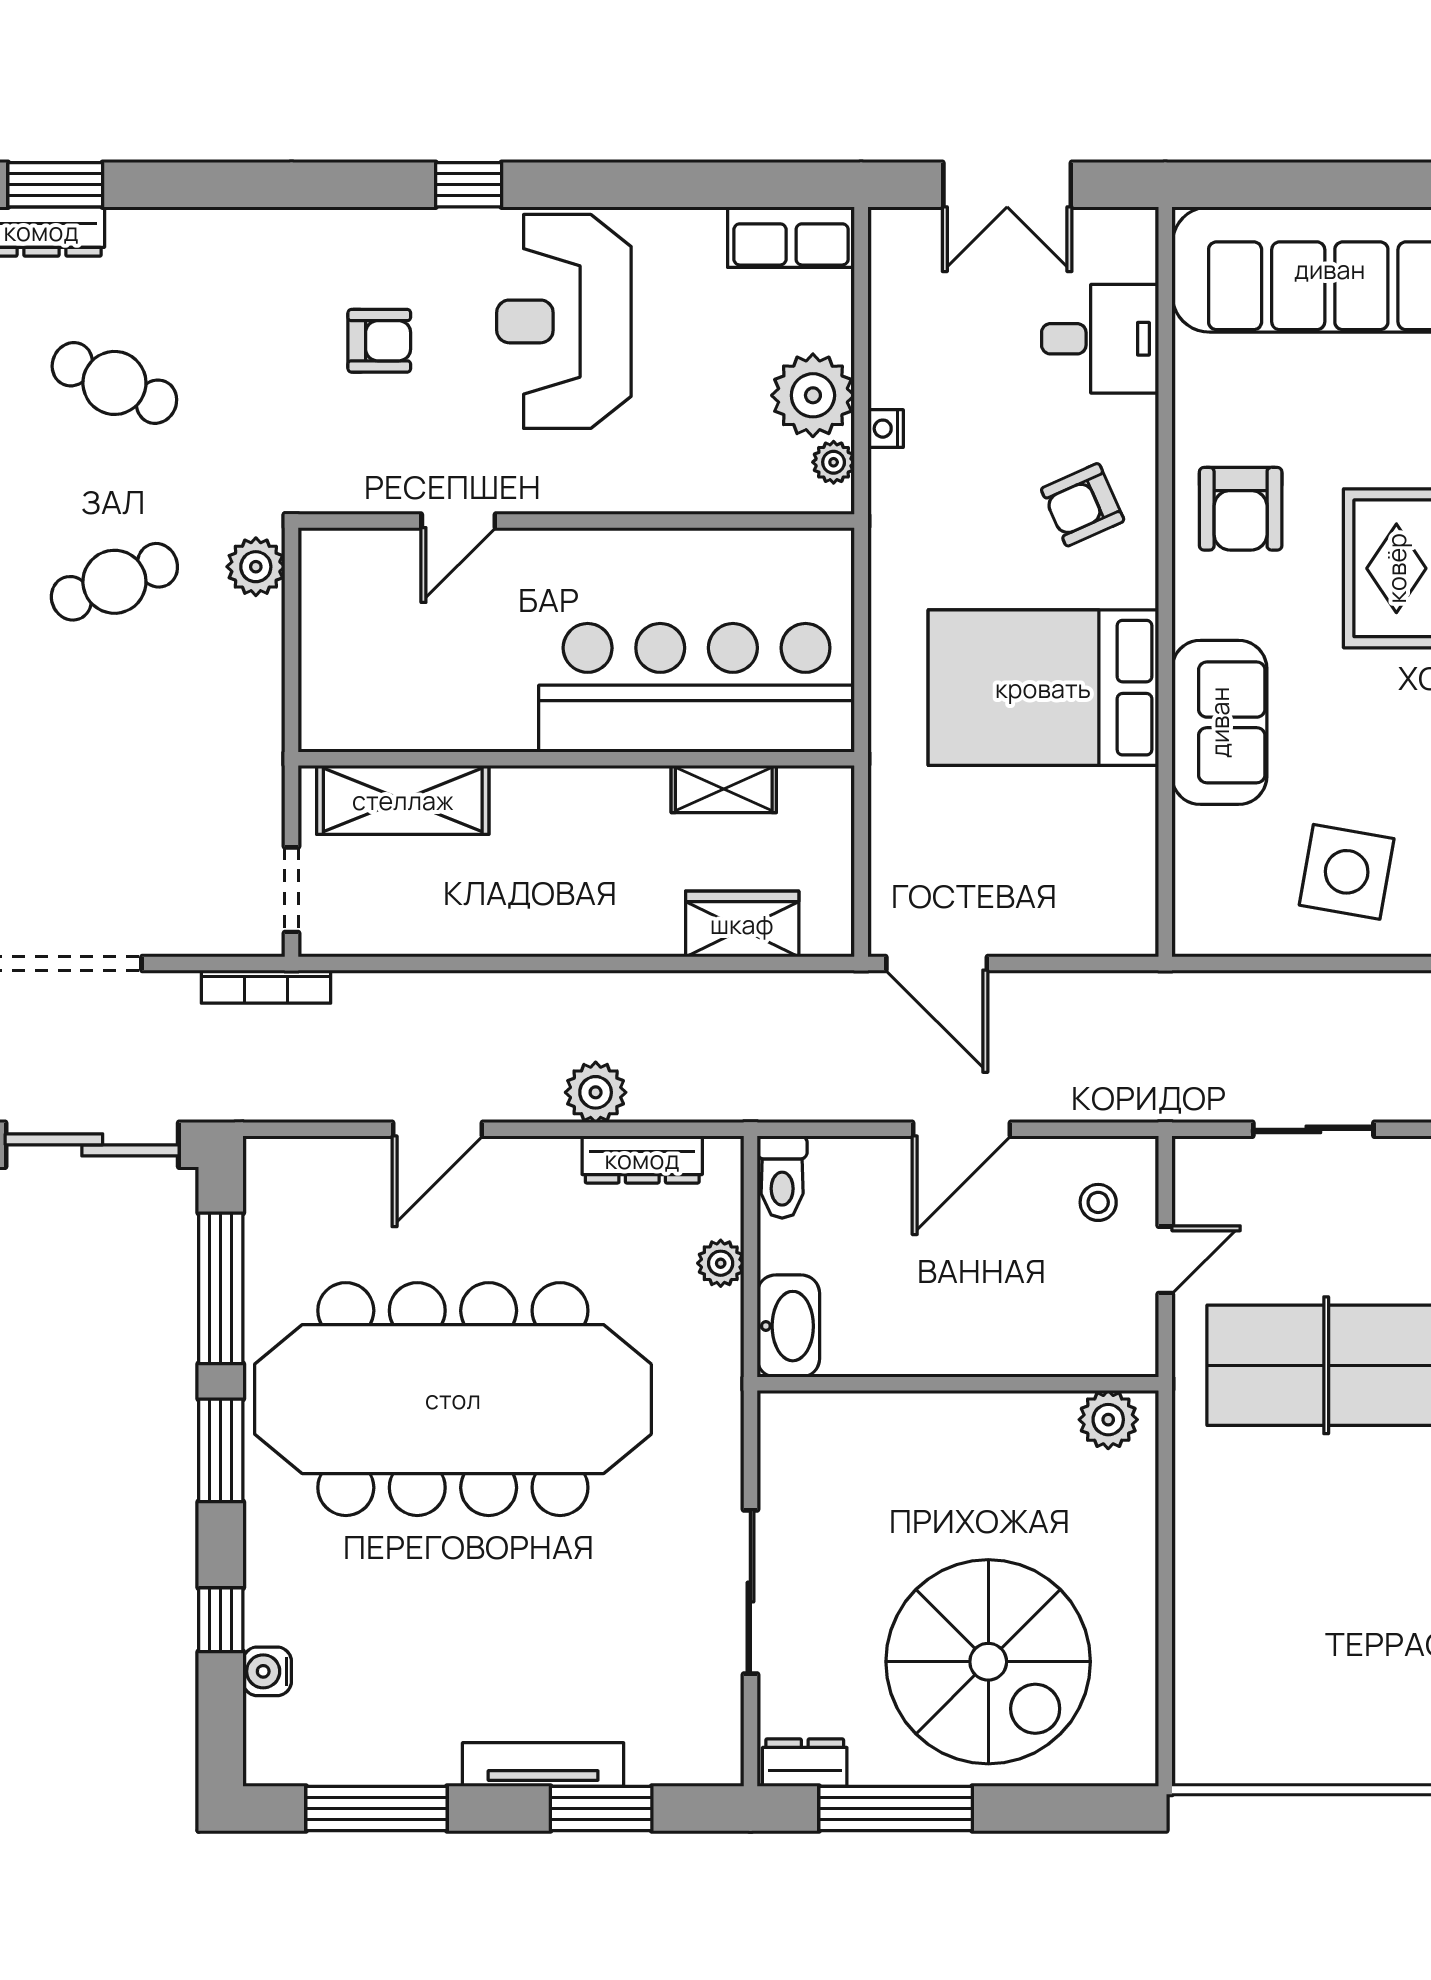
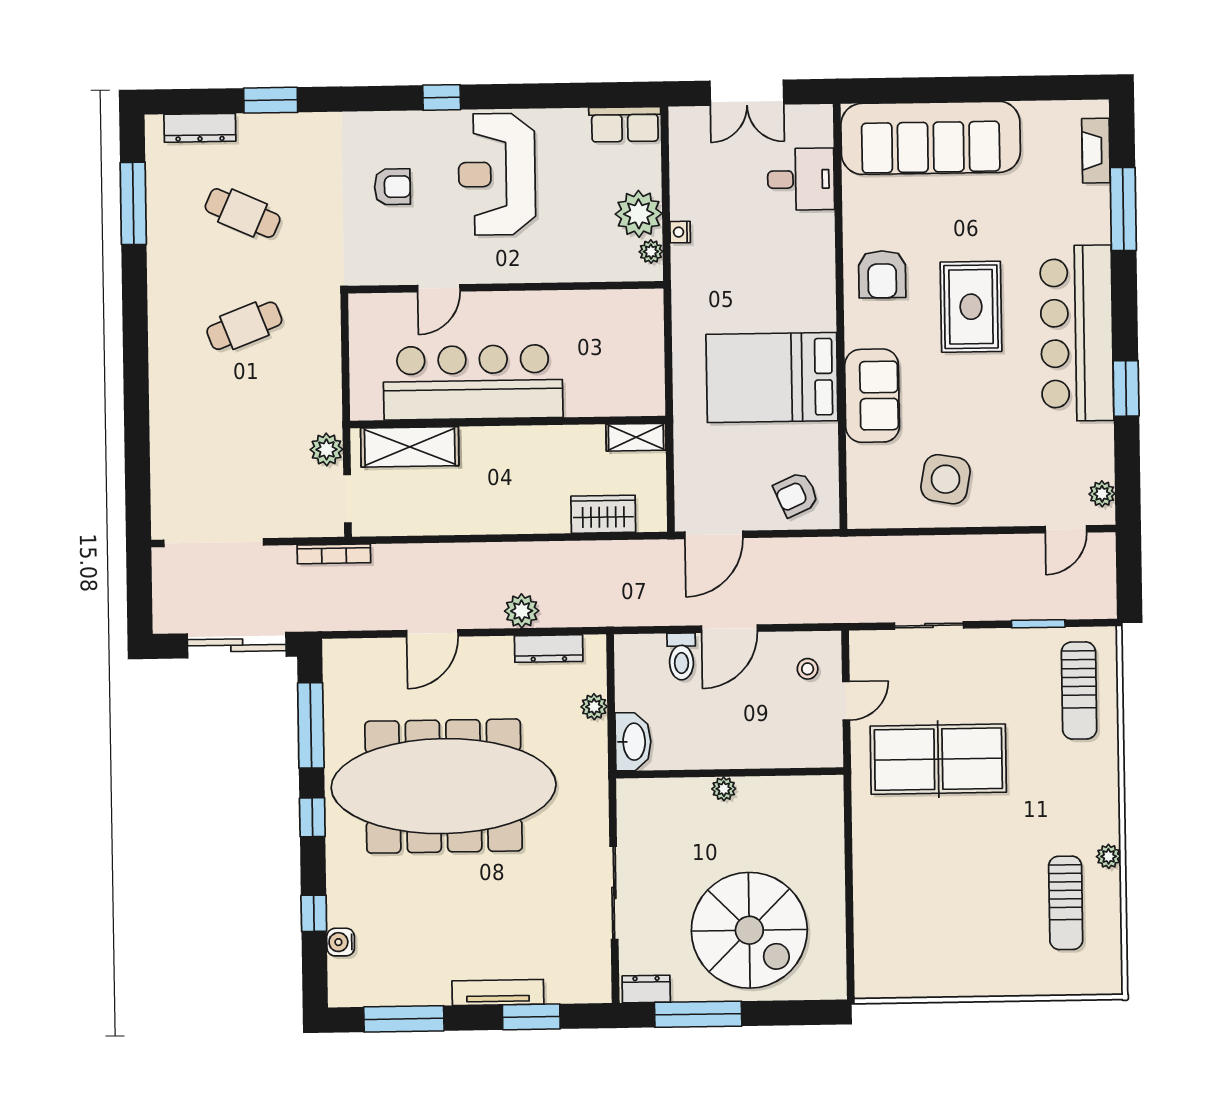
window: (55, 185) -> (271, 100), moved
armchair: (1083, 505) -> (796, 494), moved
plant: (256, 567) -> (326, 449), moved
bar counter: (697, 688) -> (473, 382), moved
shelving: (724, 789) -> (636, 437), moved
door: (937, 963) -> (714, 535), hinge flipped
toilet: (782, 1177) -> (681, 656), moved
plant: (1108, 1420) -> (724, 789), moved, width x0.73, depth x0.73
window: (221, 1450) -> (312, 817), width x0.67

